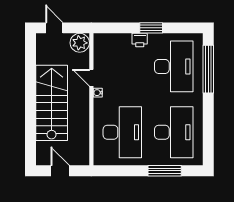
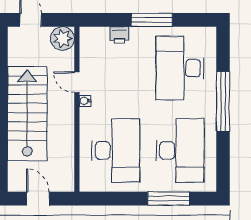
window: (151, 28) -> (152, 20), width x1.44
printer: (140, 40) -> (119, 35), moved
desk: (174, 66) -> (180, 68), turned 180
window: (208, 69) -> (223, 101), moved

